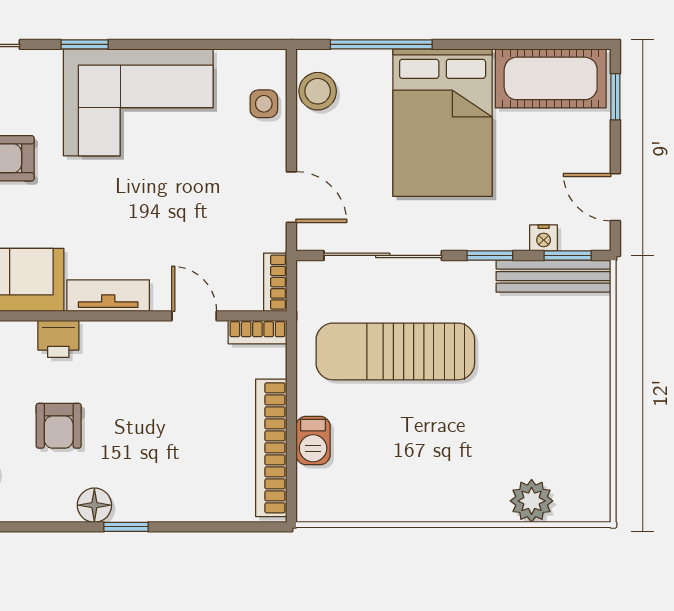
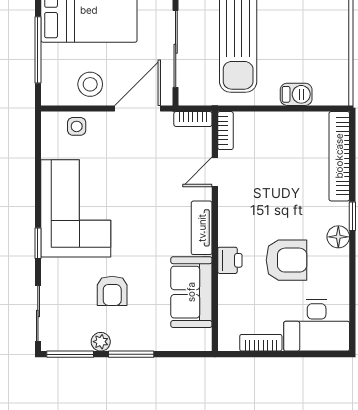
stool: (318, 91) -> (90, 84), moved
door: (291, 197) -> (137, 108), width x1.38
armchair: (59, 426) -> (287, 260), width x1.38, depth x1.38
bookcase: (271, 448) -> (339, 156), moved, turned 90

